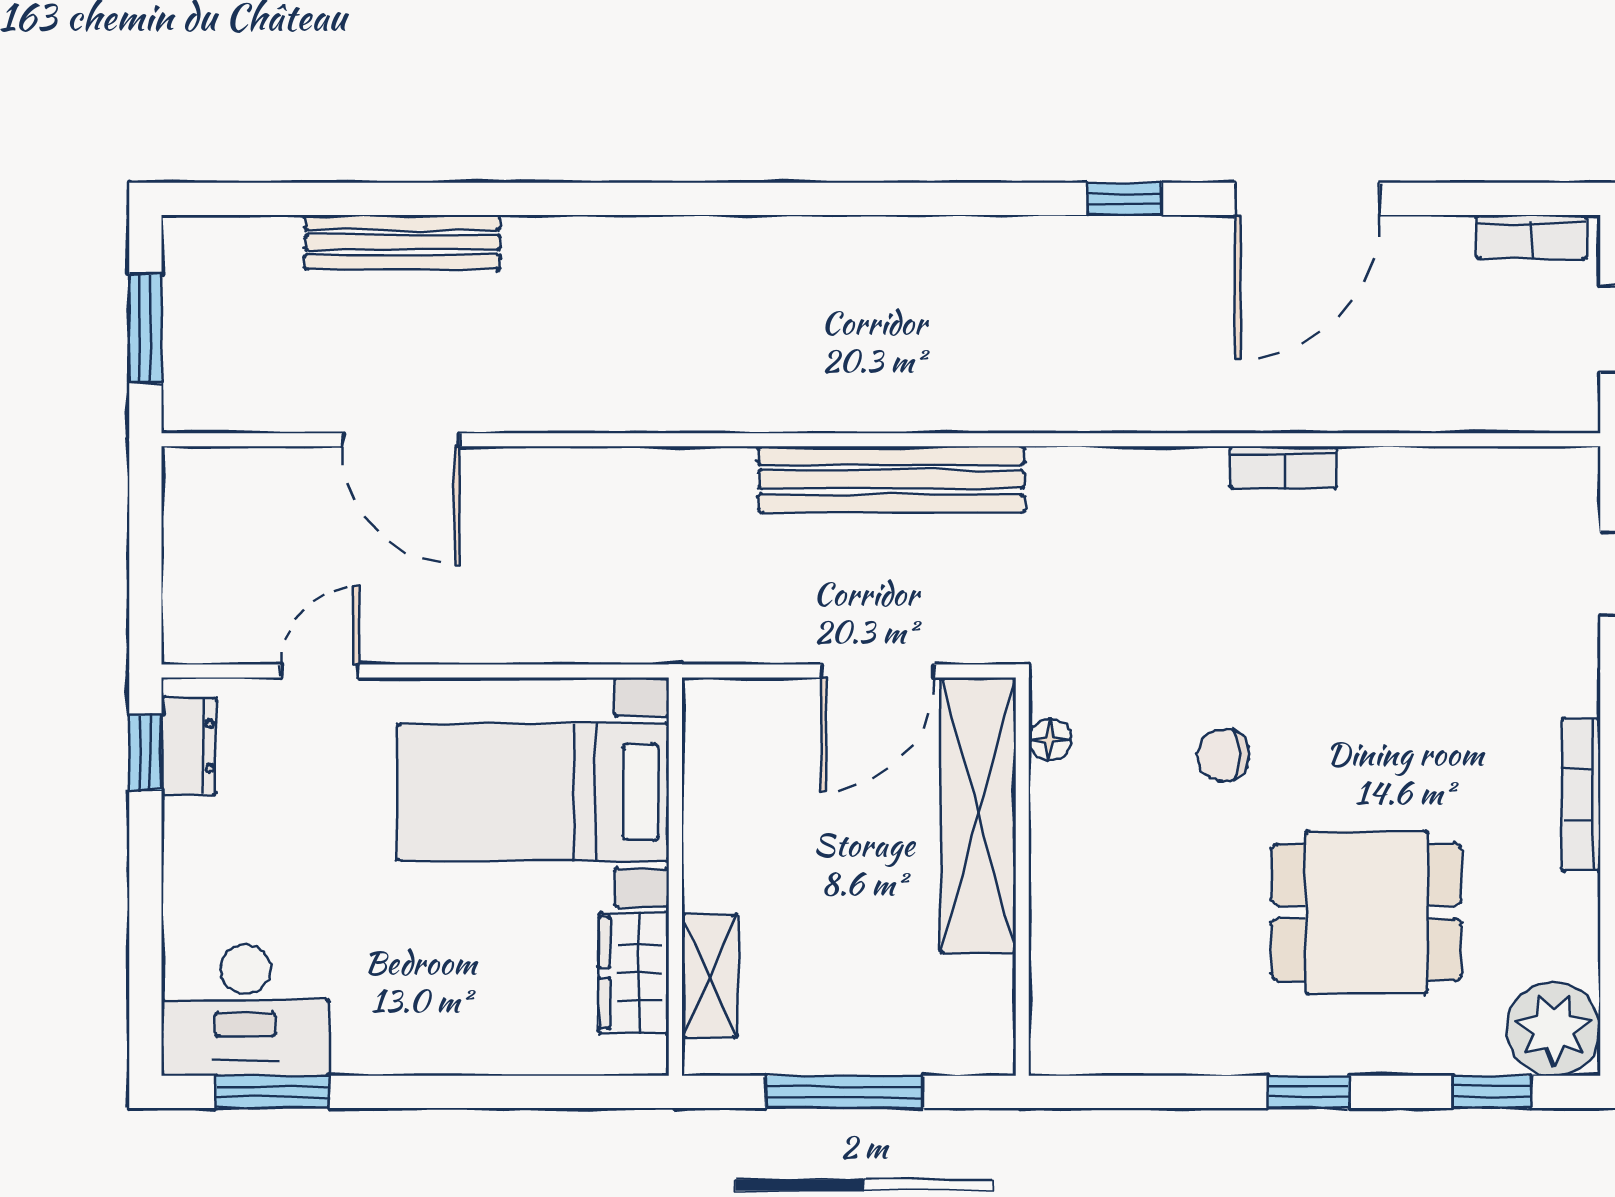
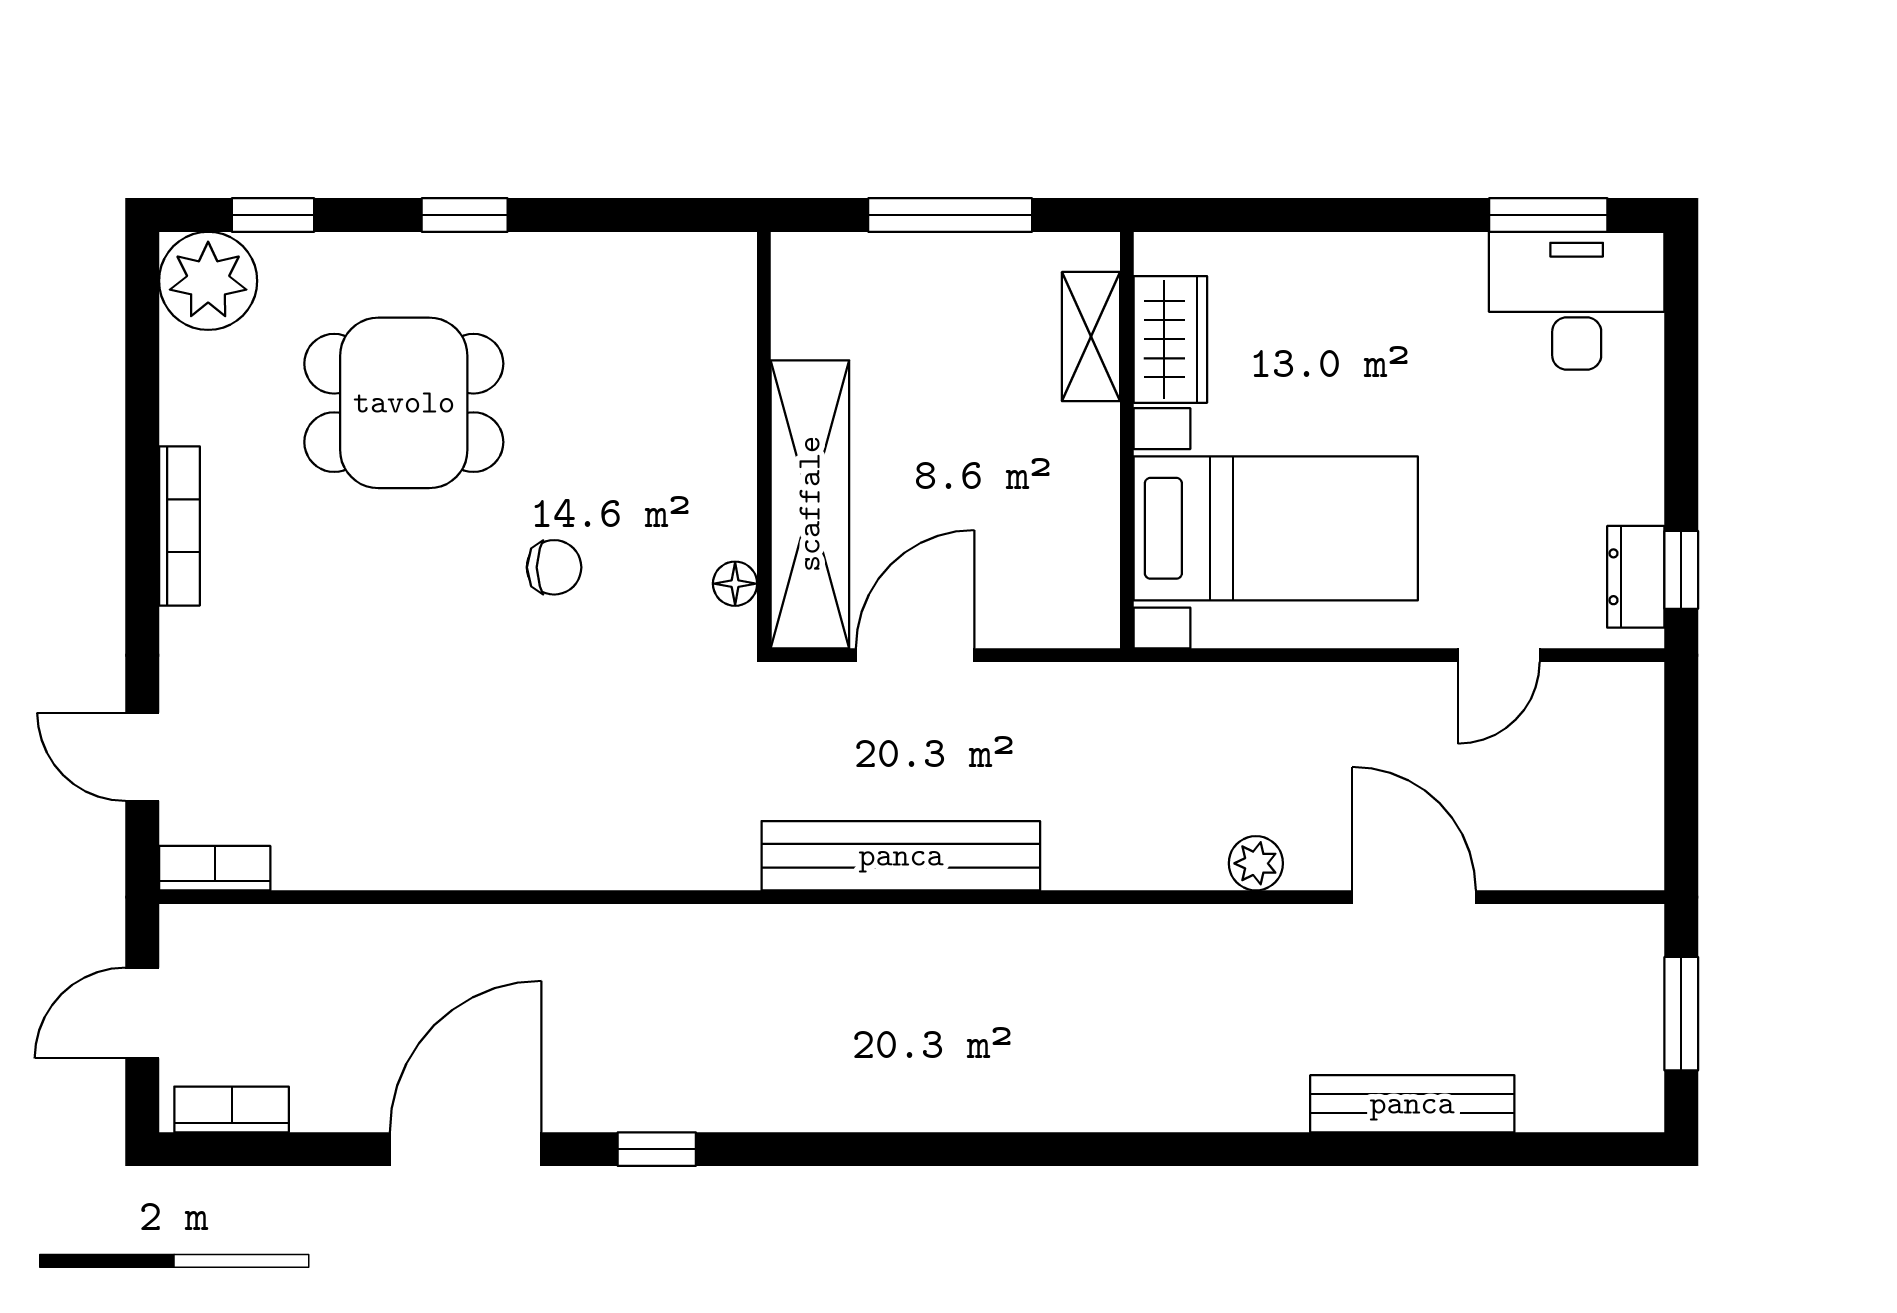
bookcase: (1284, 467) -> (215, 868), moved
plant: (552, 472) -> (1256, 863), added

